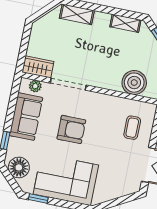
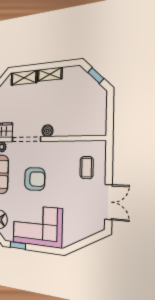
shelving: (125, 23) -> (50, 74), moved
boiler: (134, 83) -> (47, 131), moved, width x0.54, depth x0.54

